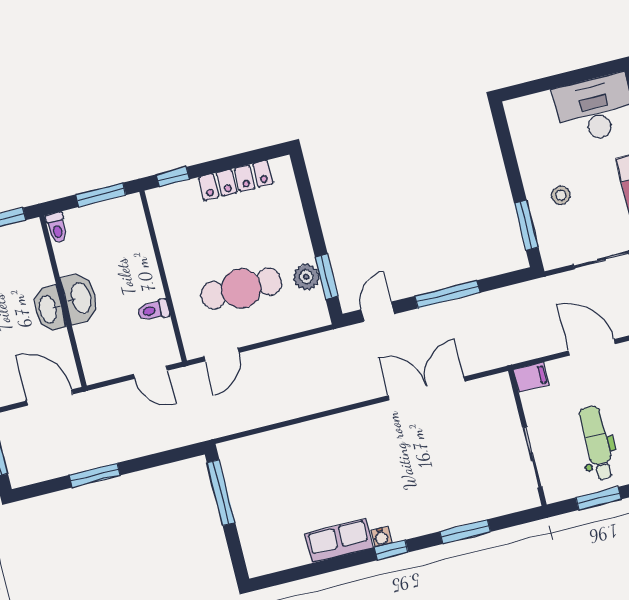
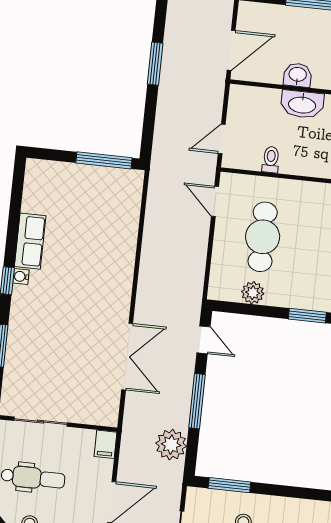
window: (327, 277) -> (307, 316), moved
plant: (505, 305) -> (171, 445), added
washbasin: (49, 309) -> (298, 75), width x0.72

